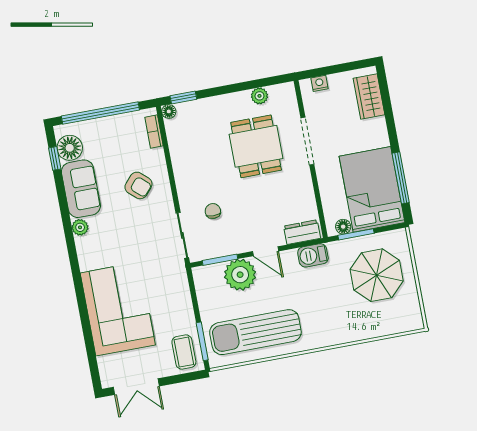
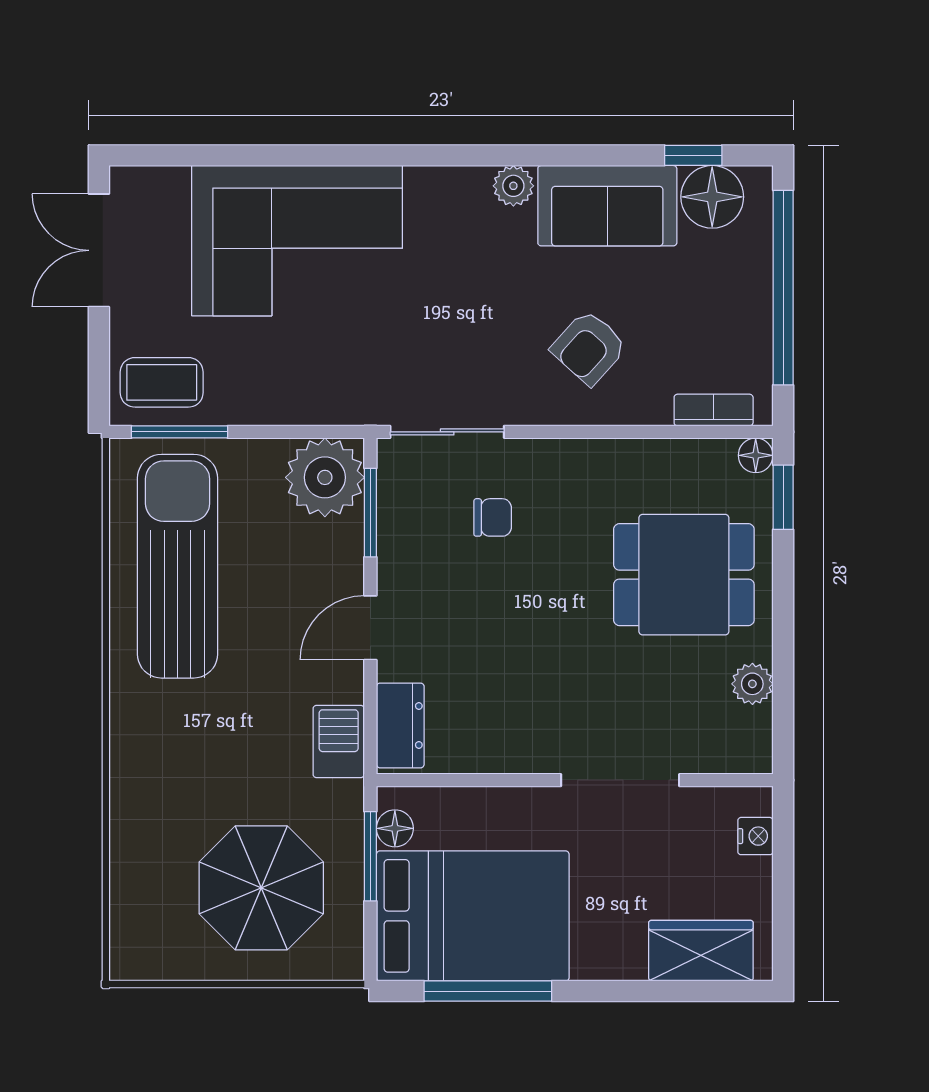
dining table: (256, 146) -> (684, 575), moved
plant: (240, 275) -> (325, 477), moved

